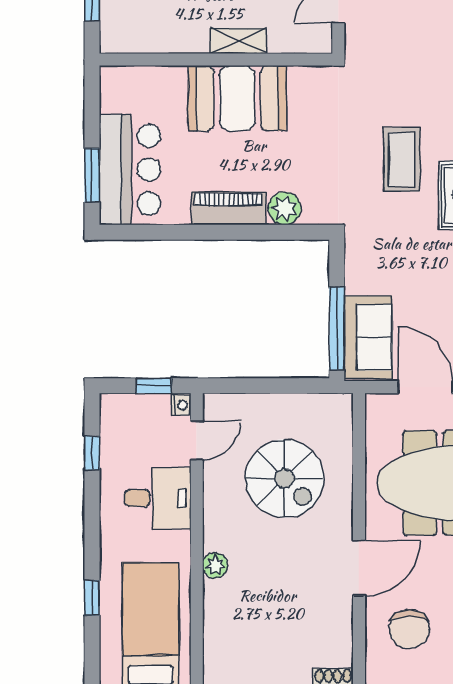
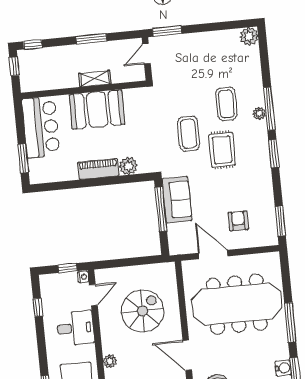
bar counter: (130, 170) -> (41, 127), moved
window: (337, 329) -> (161, 209), moved
sofa: (368, 337) -> (177, 200), moved
spiral stairs: (285, 478) -> (143, 311), turned -90
door: (359, 568) -> (187, 355), swing flipped

